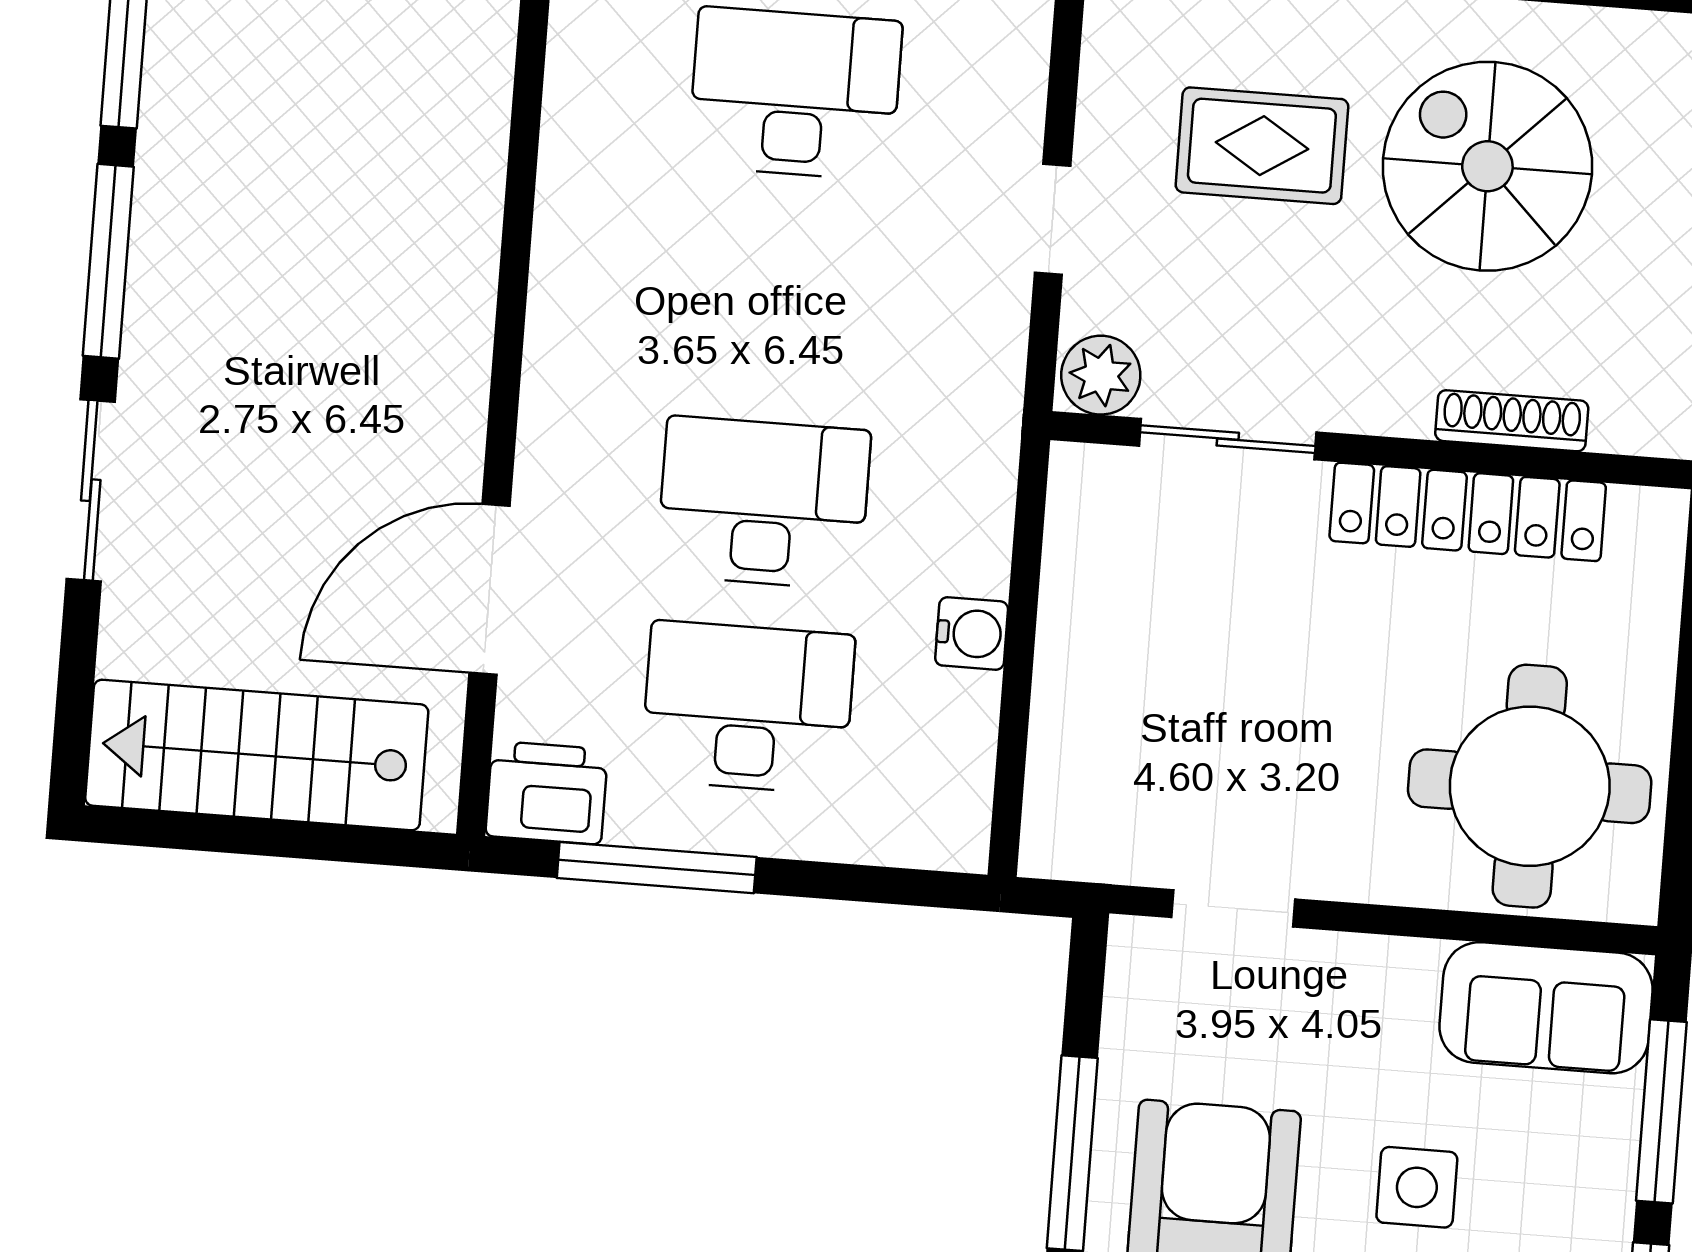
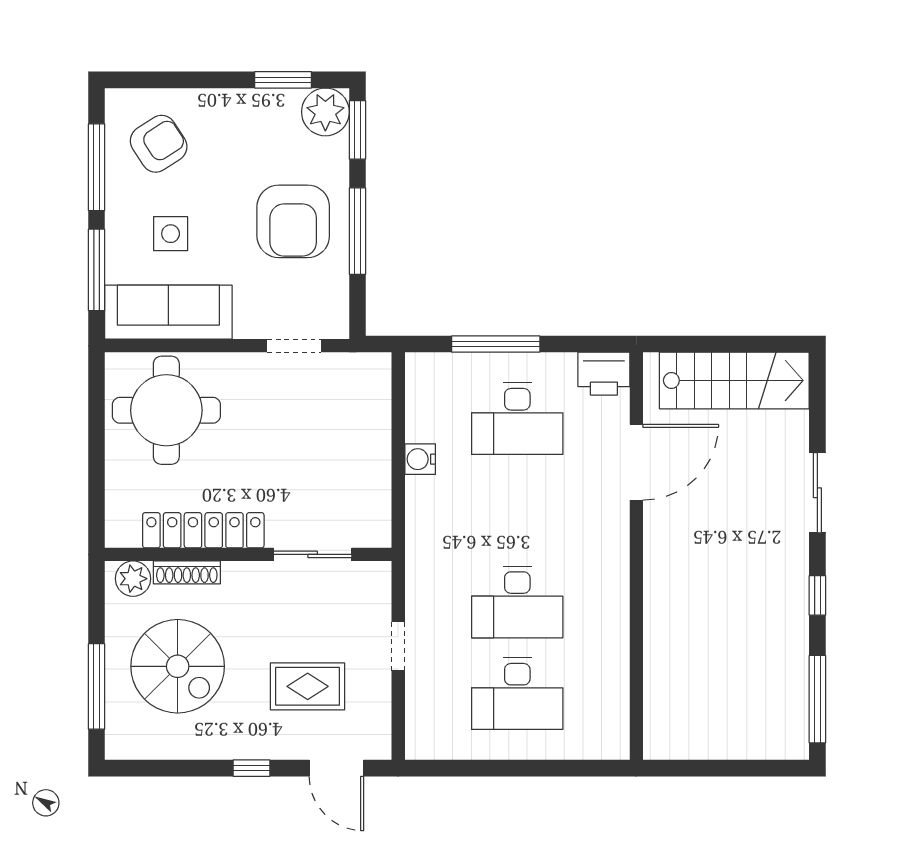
spiral stairs: (1487, 166) -> (178, 666), moved
window: (108, 261) -> (817, 595), width x0.46
plant: (1101, 375) -> (133, 579), moved
desk: (763, 503) -> (517, 602), moved
window: (657, 868) -> (496, 344), moved
sofa: (1546, 1008) -> (168, 312), width x1.36
side table: (1417, 1187) -> (171, 234), moved

